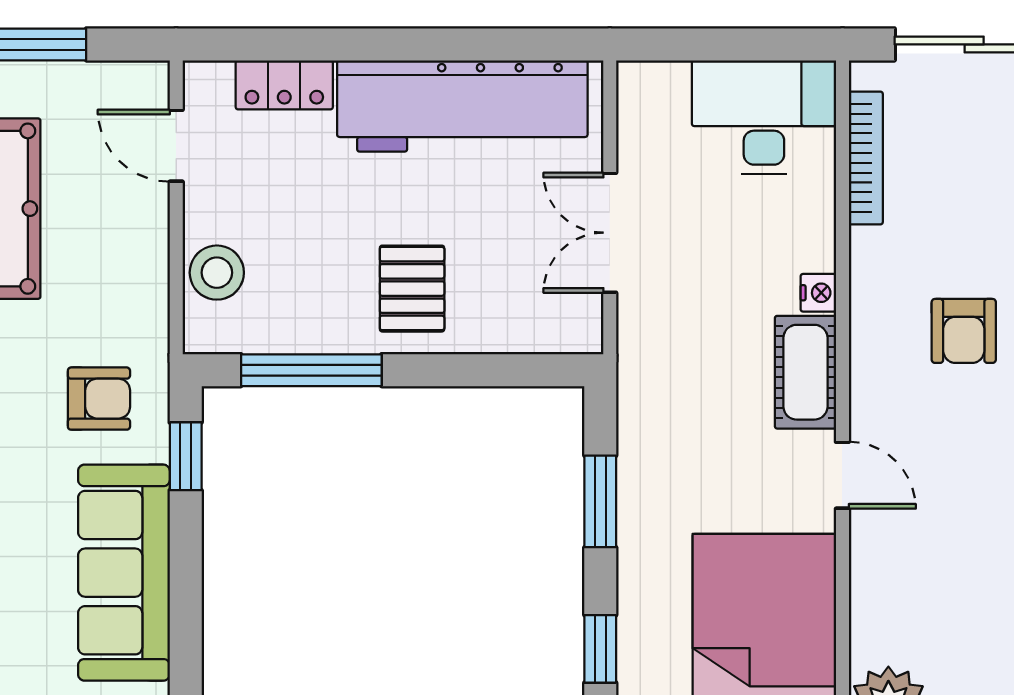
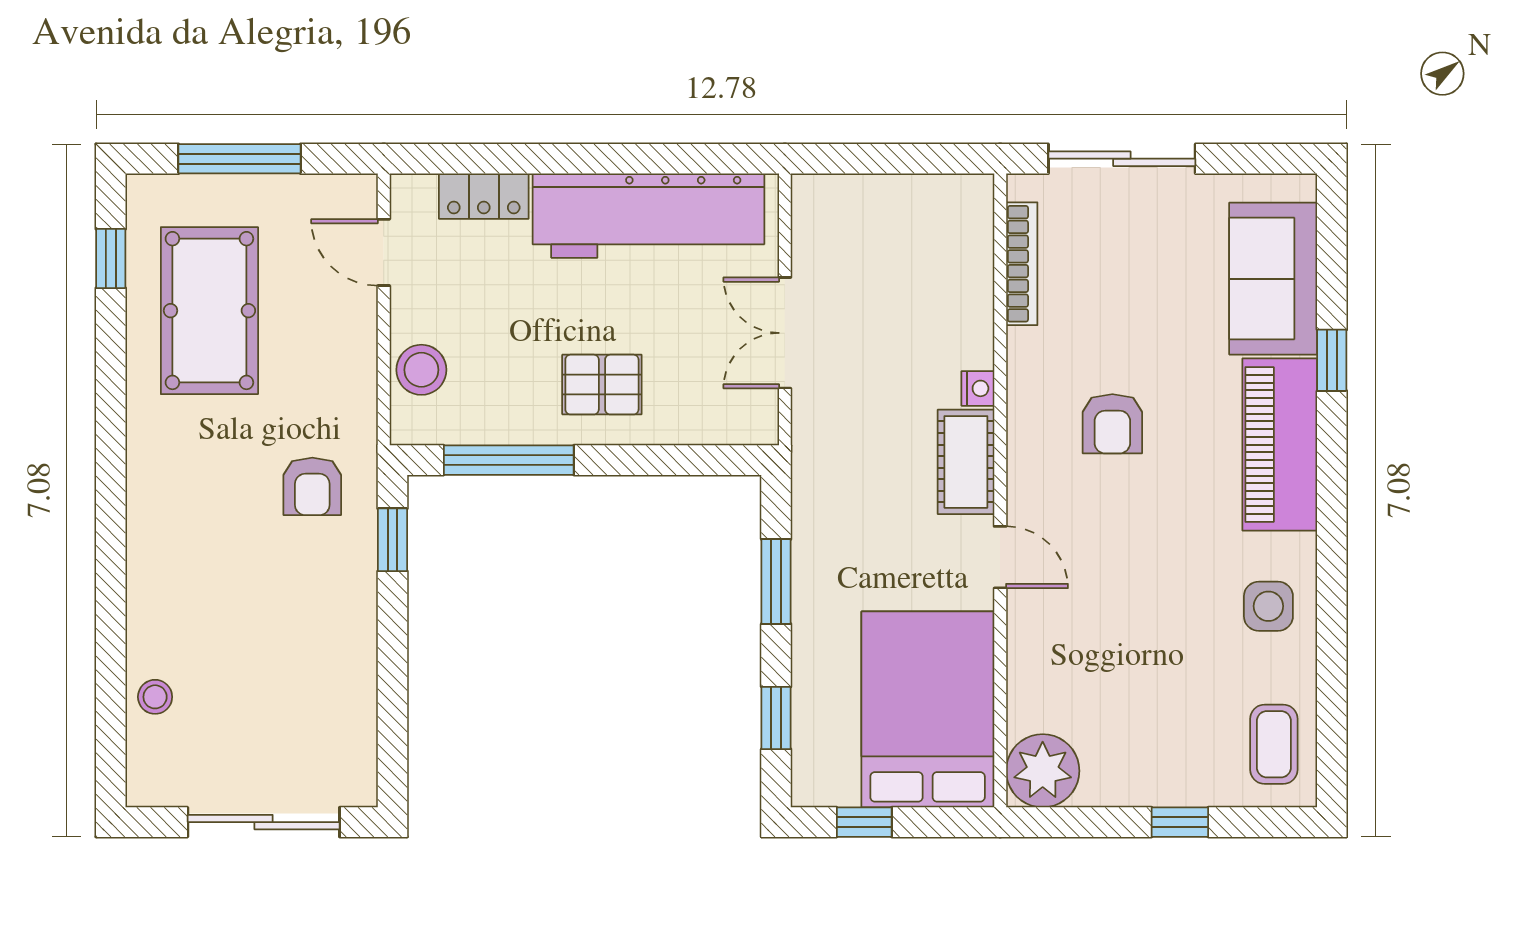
desk: (764, 117) -> (928, 226), removed
pallet: (412, 289) -> (602, 385), turned 90
armchair: (99, 399) -> (312, 486), turned 90
sofa: (124, 573) -> (335, 647), removed

